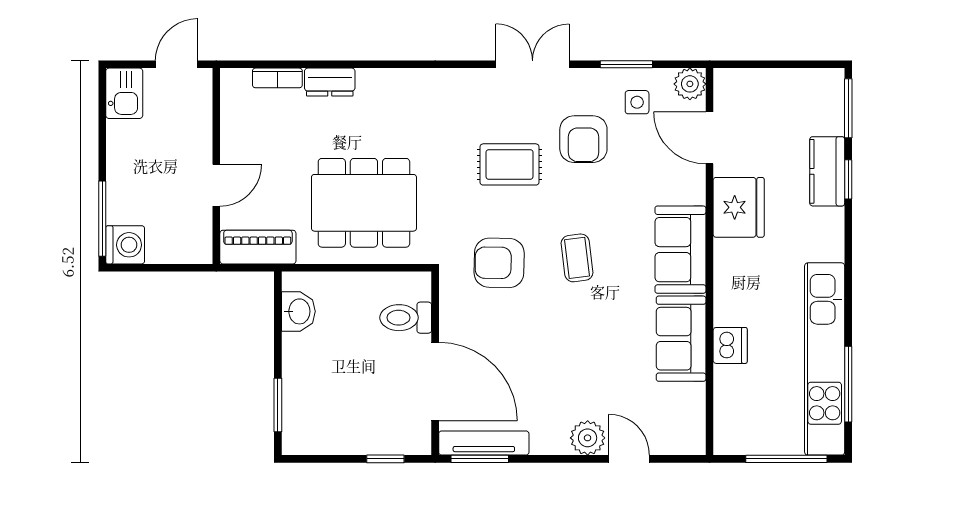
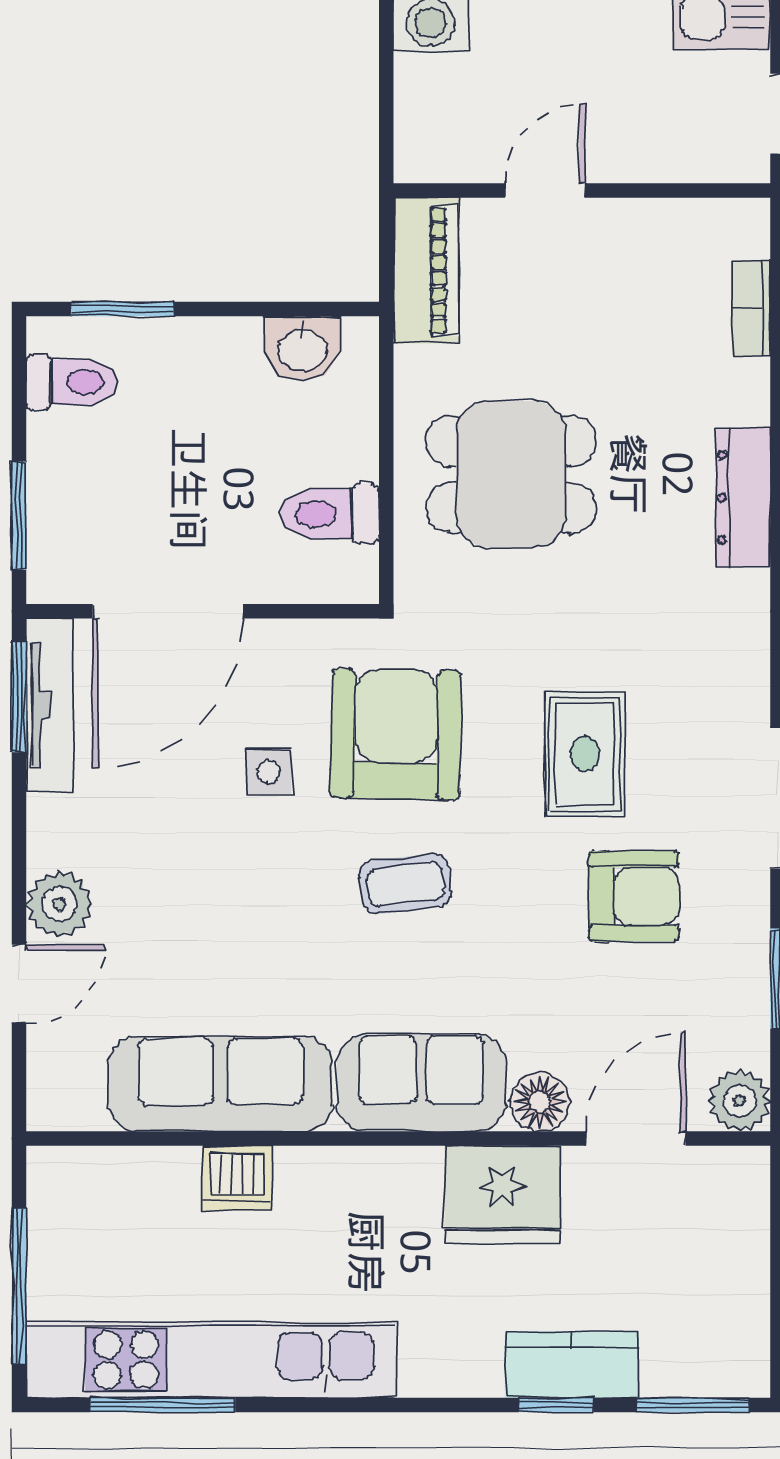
dresser: (330, 82) -> (743, 498), moved, width x1.44
side table: (637, 102) -> (269, 772), moved
armchair: (583, 139) -> (634, 896), turned 180
door: (216, 185) -> (545, 191), swing flipped
floor lamp: (690, 188) -> (540, 1102), added
dining table: (364, 203) -> (511, 474), width x0.73
armchair: (499, 263) -> (396, 734), width x1.36, depth x1.36
toilet: (406, 318) -> (330, 514), moved, turned -90
sofa: (681, 339) -> (220, 1084), width x1.36
toilet: (316, 431) -> (72, 382), added
window: (385, 459) -> (19, 516), width x1.50

